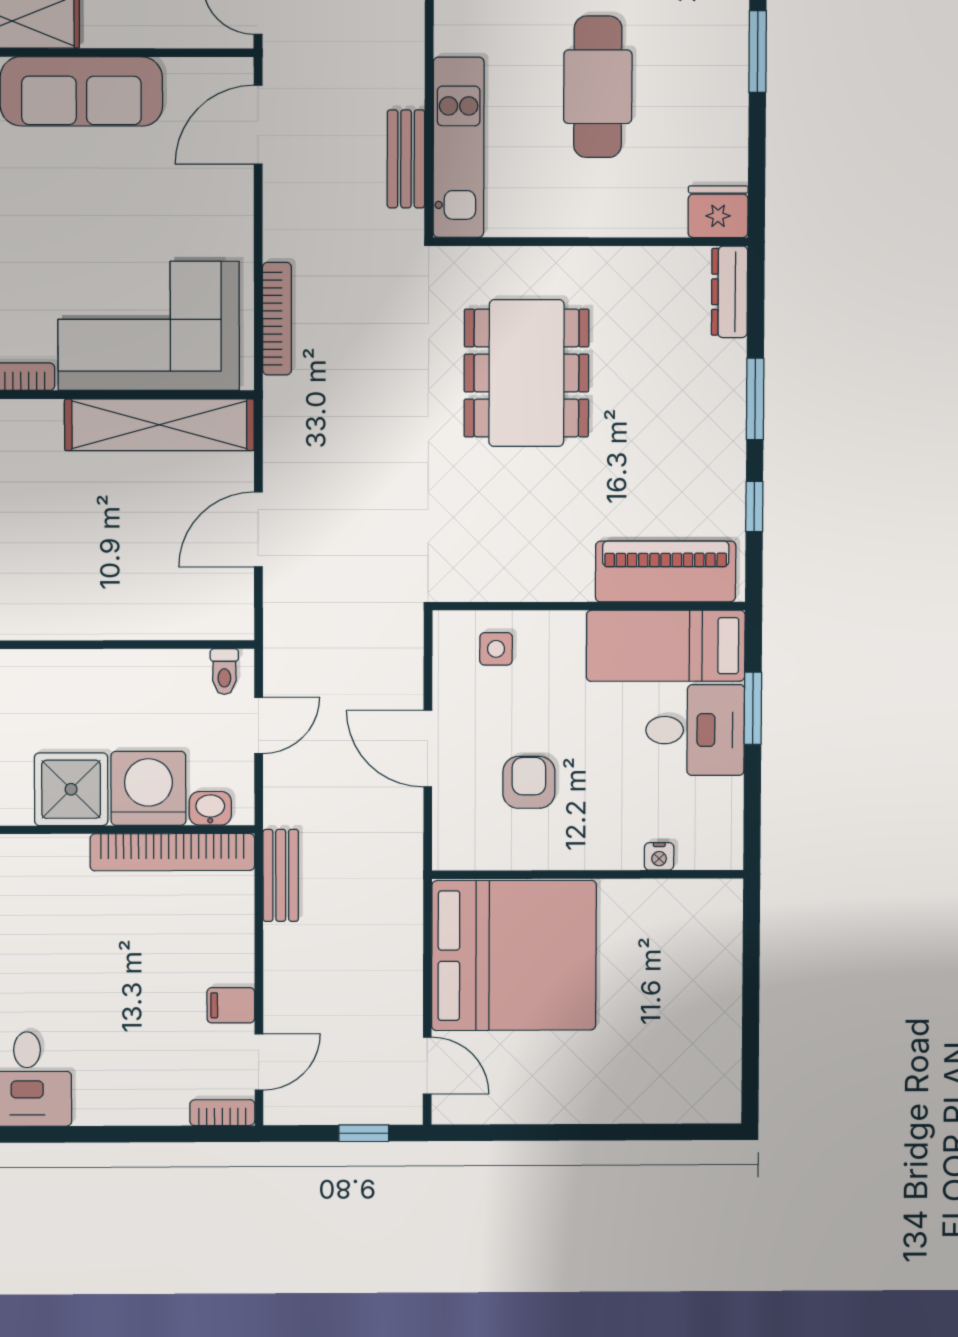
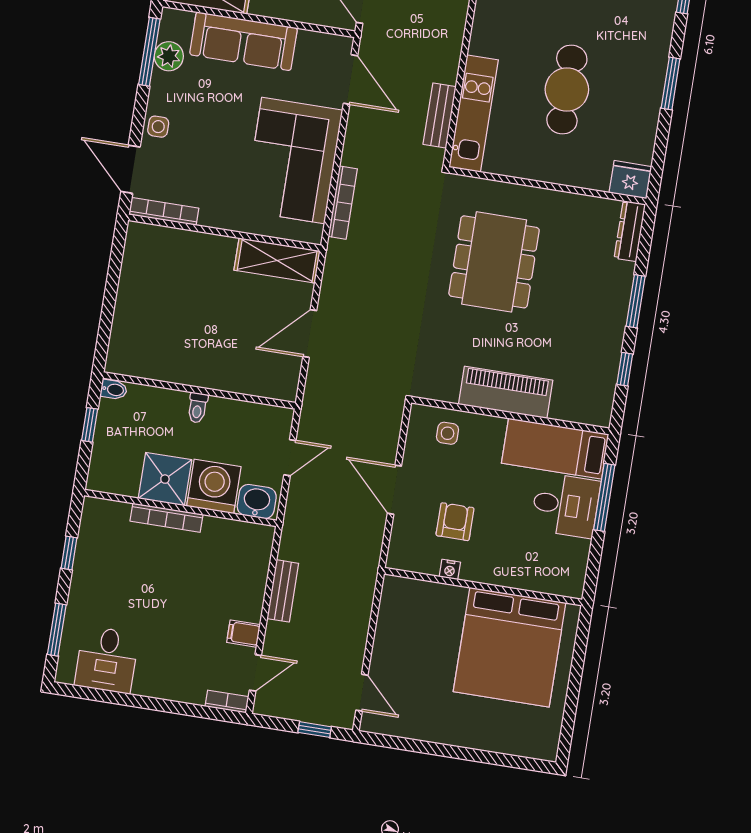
door: (258, 125) -> (350, 79), swing flipped
corner sofa: (149, 326) -> (293, 160), moved, turned -90
shelving: (159, 425) -> (277, 261), width x0.68
piano: (666, 571) -> (506, 392), moved
toilet: (224, 672) -> (197, 408), moved
window: (753, 708) -> (604, 497), width x1.44
washbasin: (210, 808) -> (257, 502), width x1.38, depth x1.45
bookcase: (172, 852) -> (167, 518), moved, width x0.68, depth x0.76
nightstand: (659, 856) -> (450, 570), moved
bench: (281, 875) -> (283, 591), moved
bed: (514, 955) -> (510, 647), moved, turned 90

